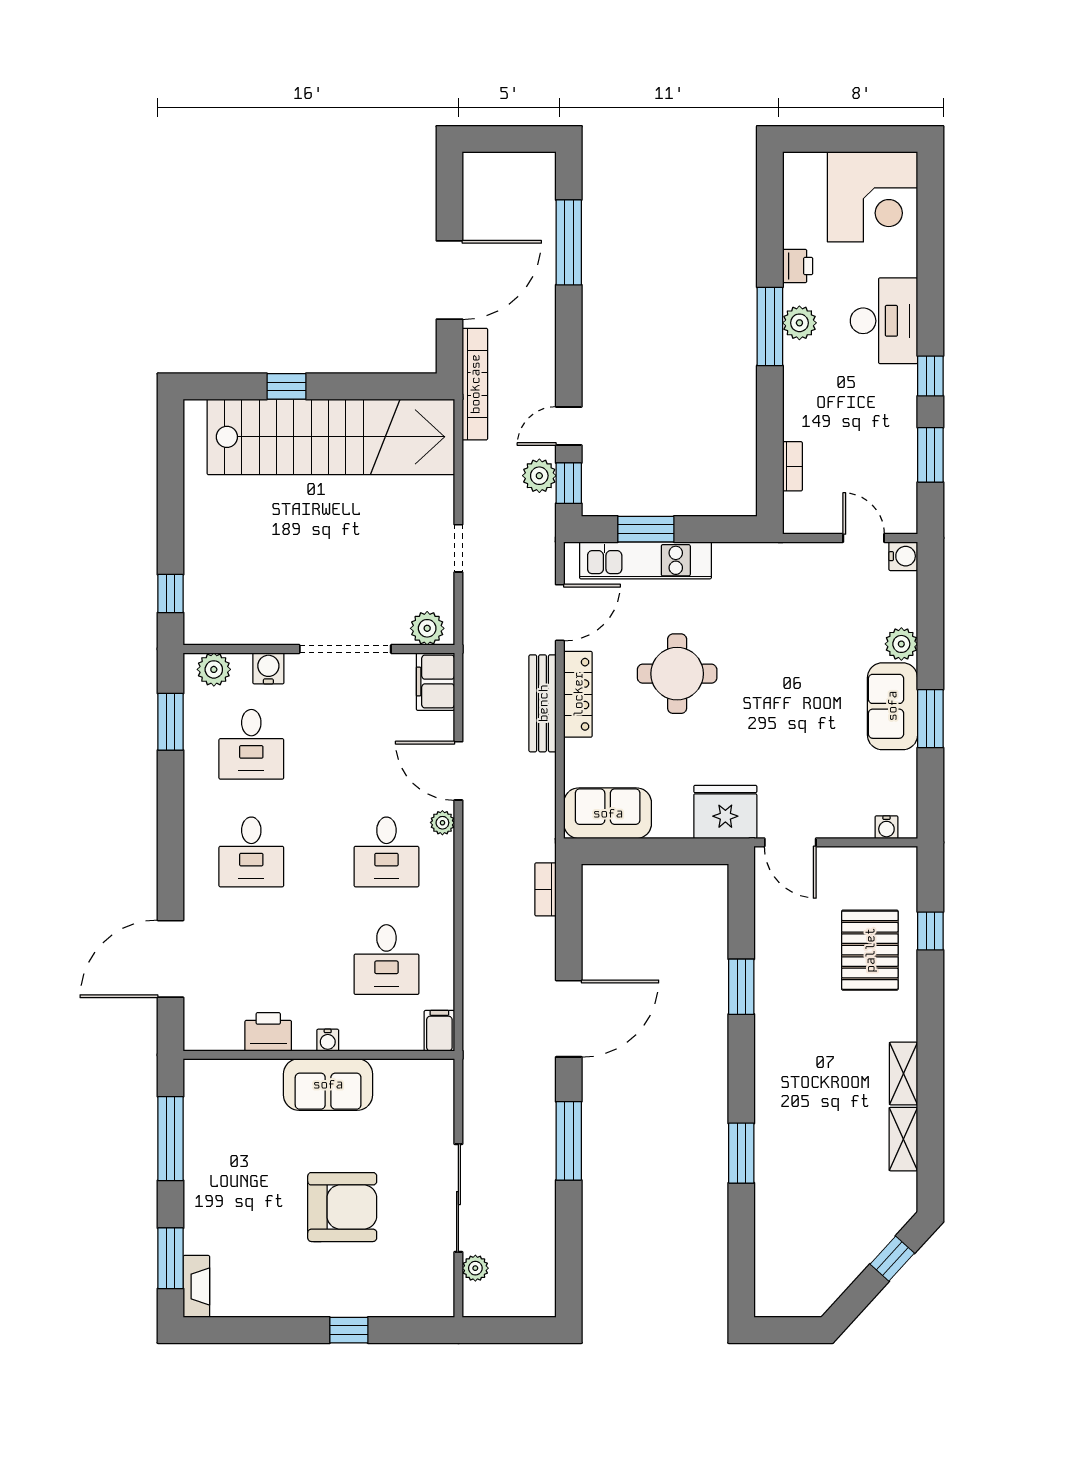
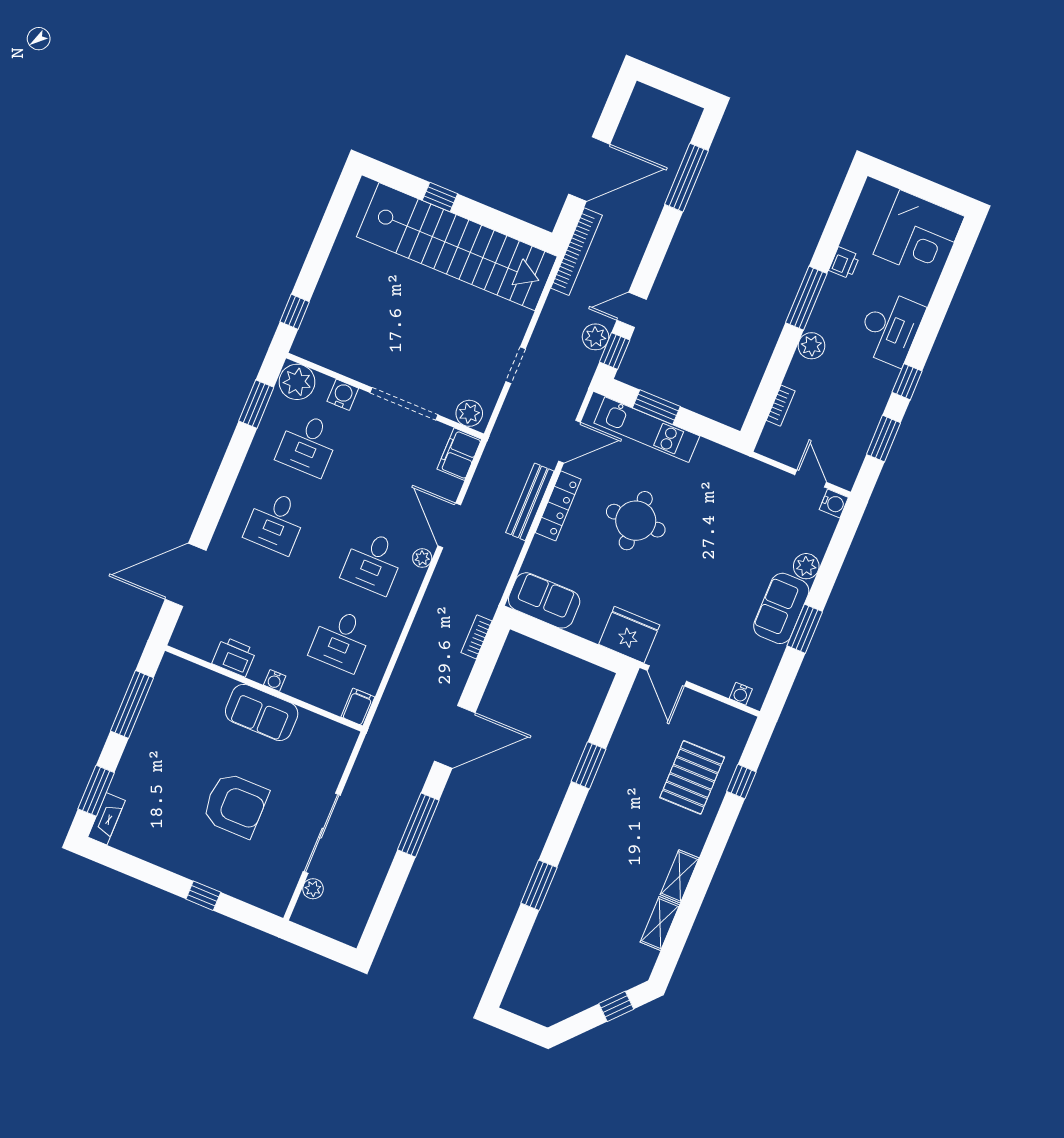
plant: (799, 323) -> (811, 346), moved
plant: (214, 669) -> (297, 382), width x1.36, depth x1.36

